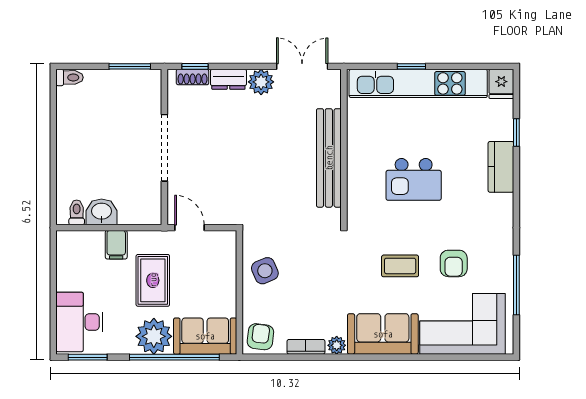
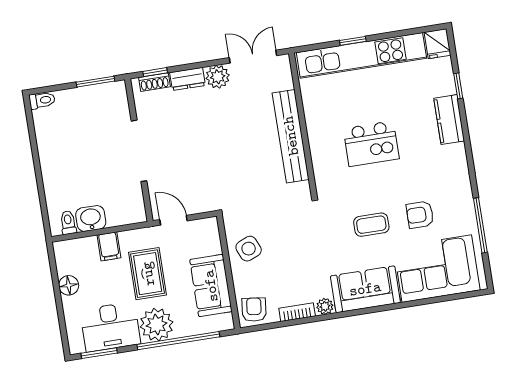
armchair: (454, 263) -> (420, 215), turned 90
floor lamp: (67, 280) -> (69, 285), added
desk: (79, 322) -> (110, 327), moved, turned -90
sofa: (205, 336) -> (211, 286), moved, turned -90

